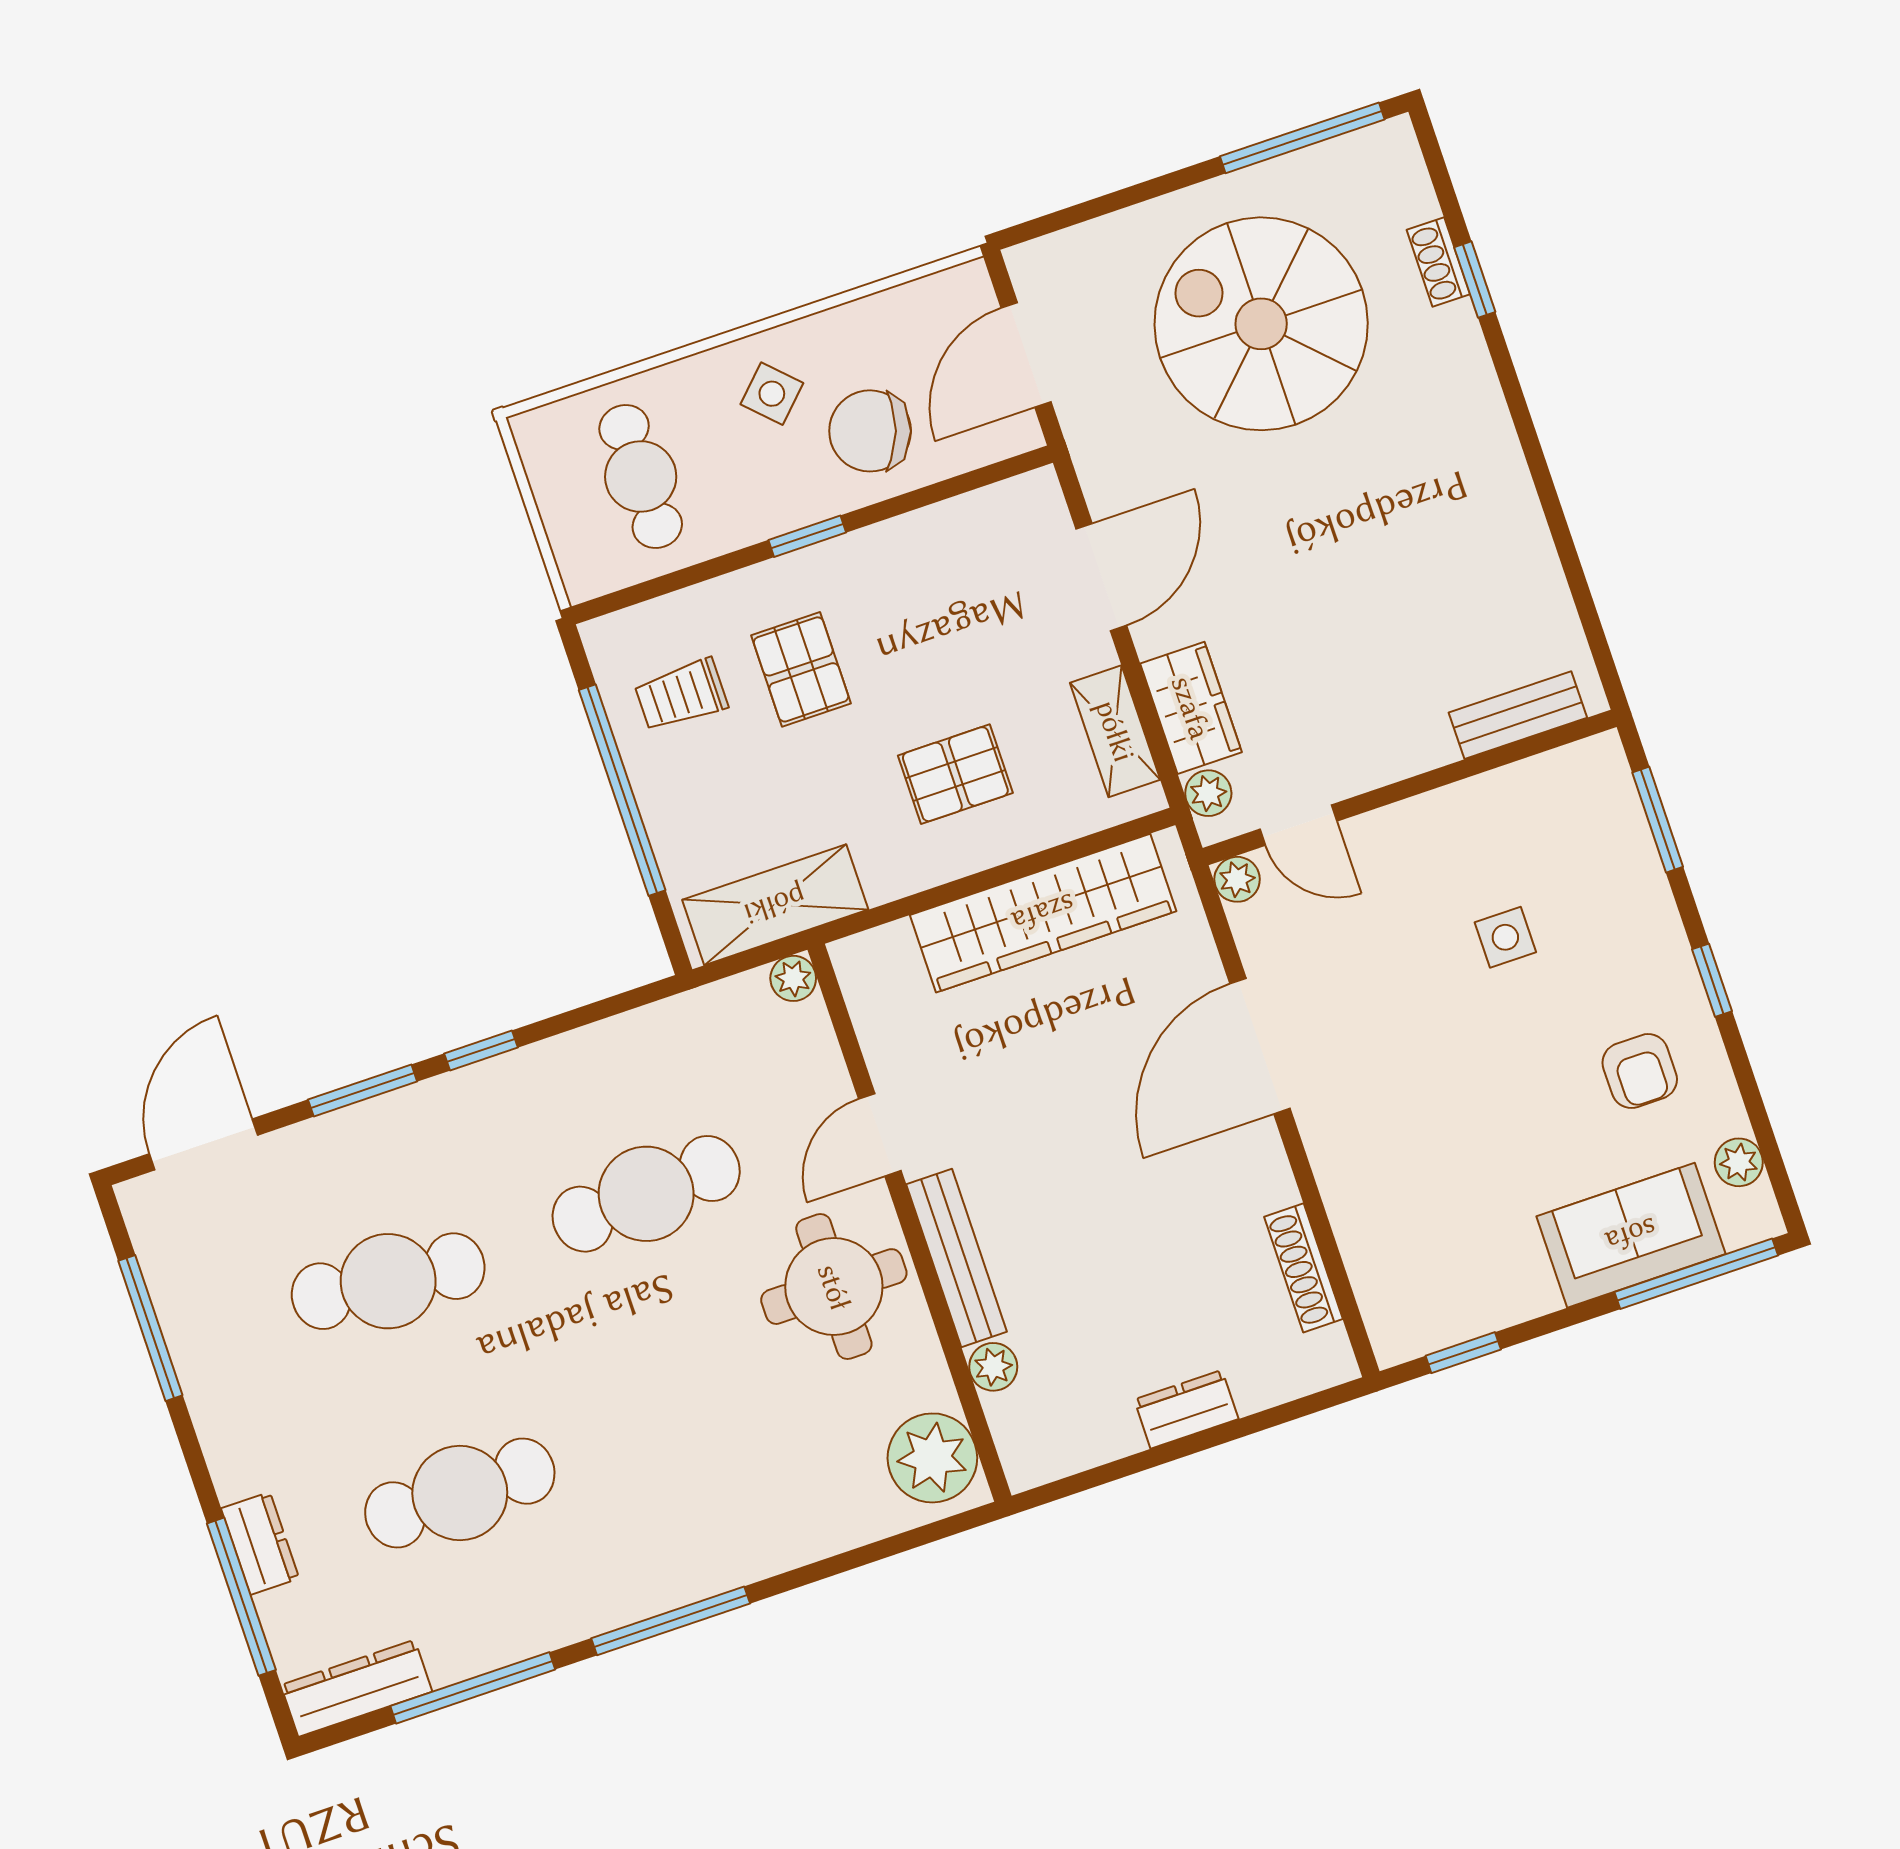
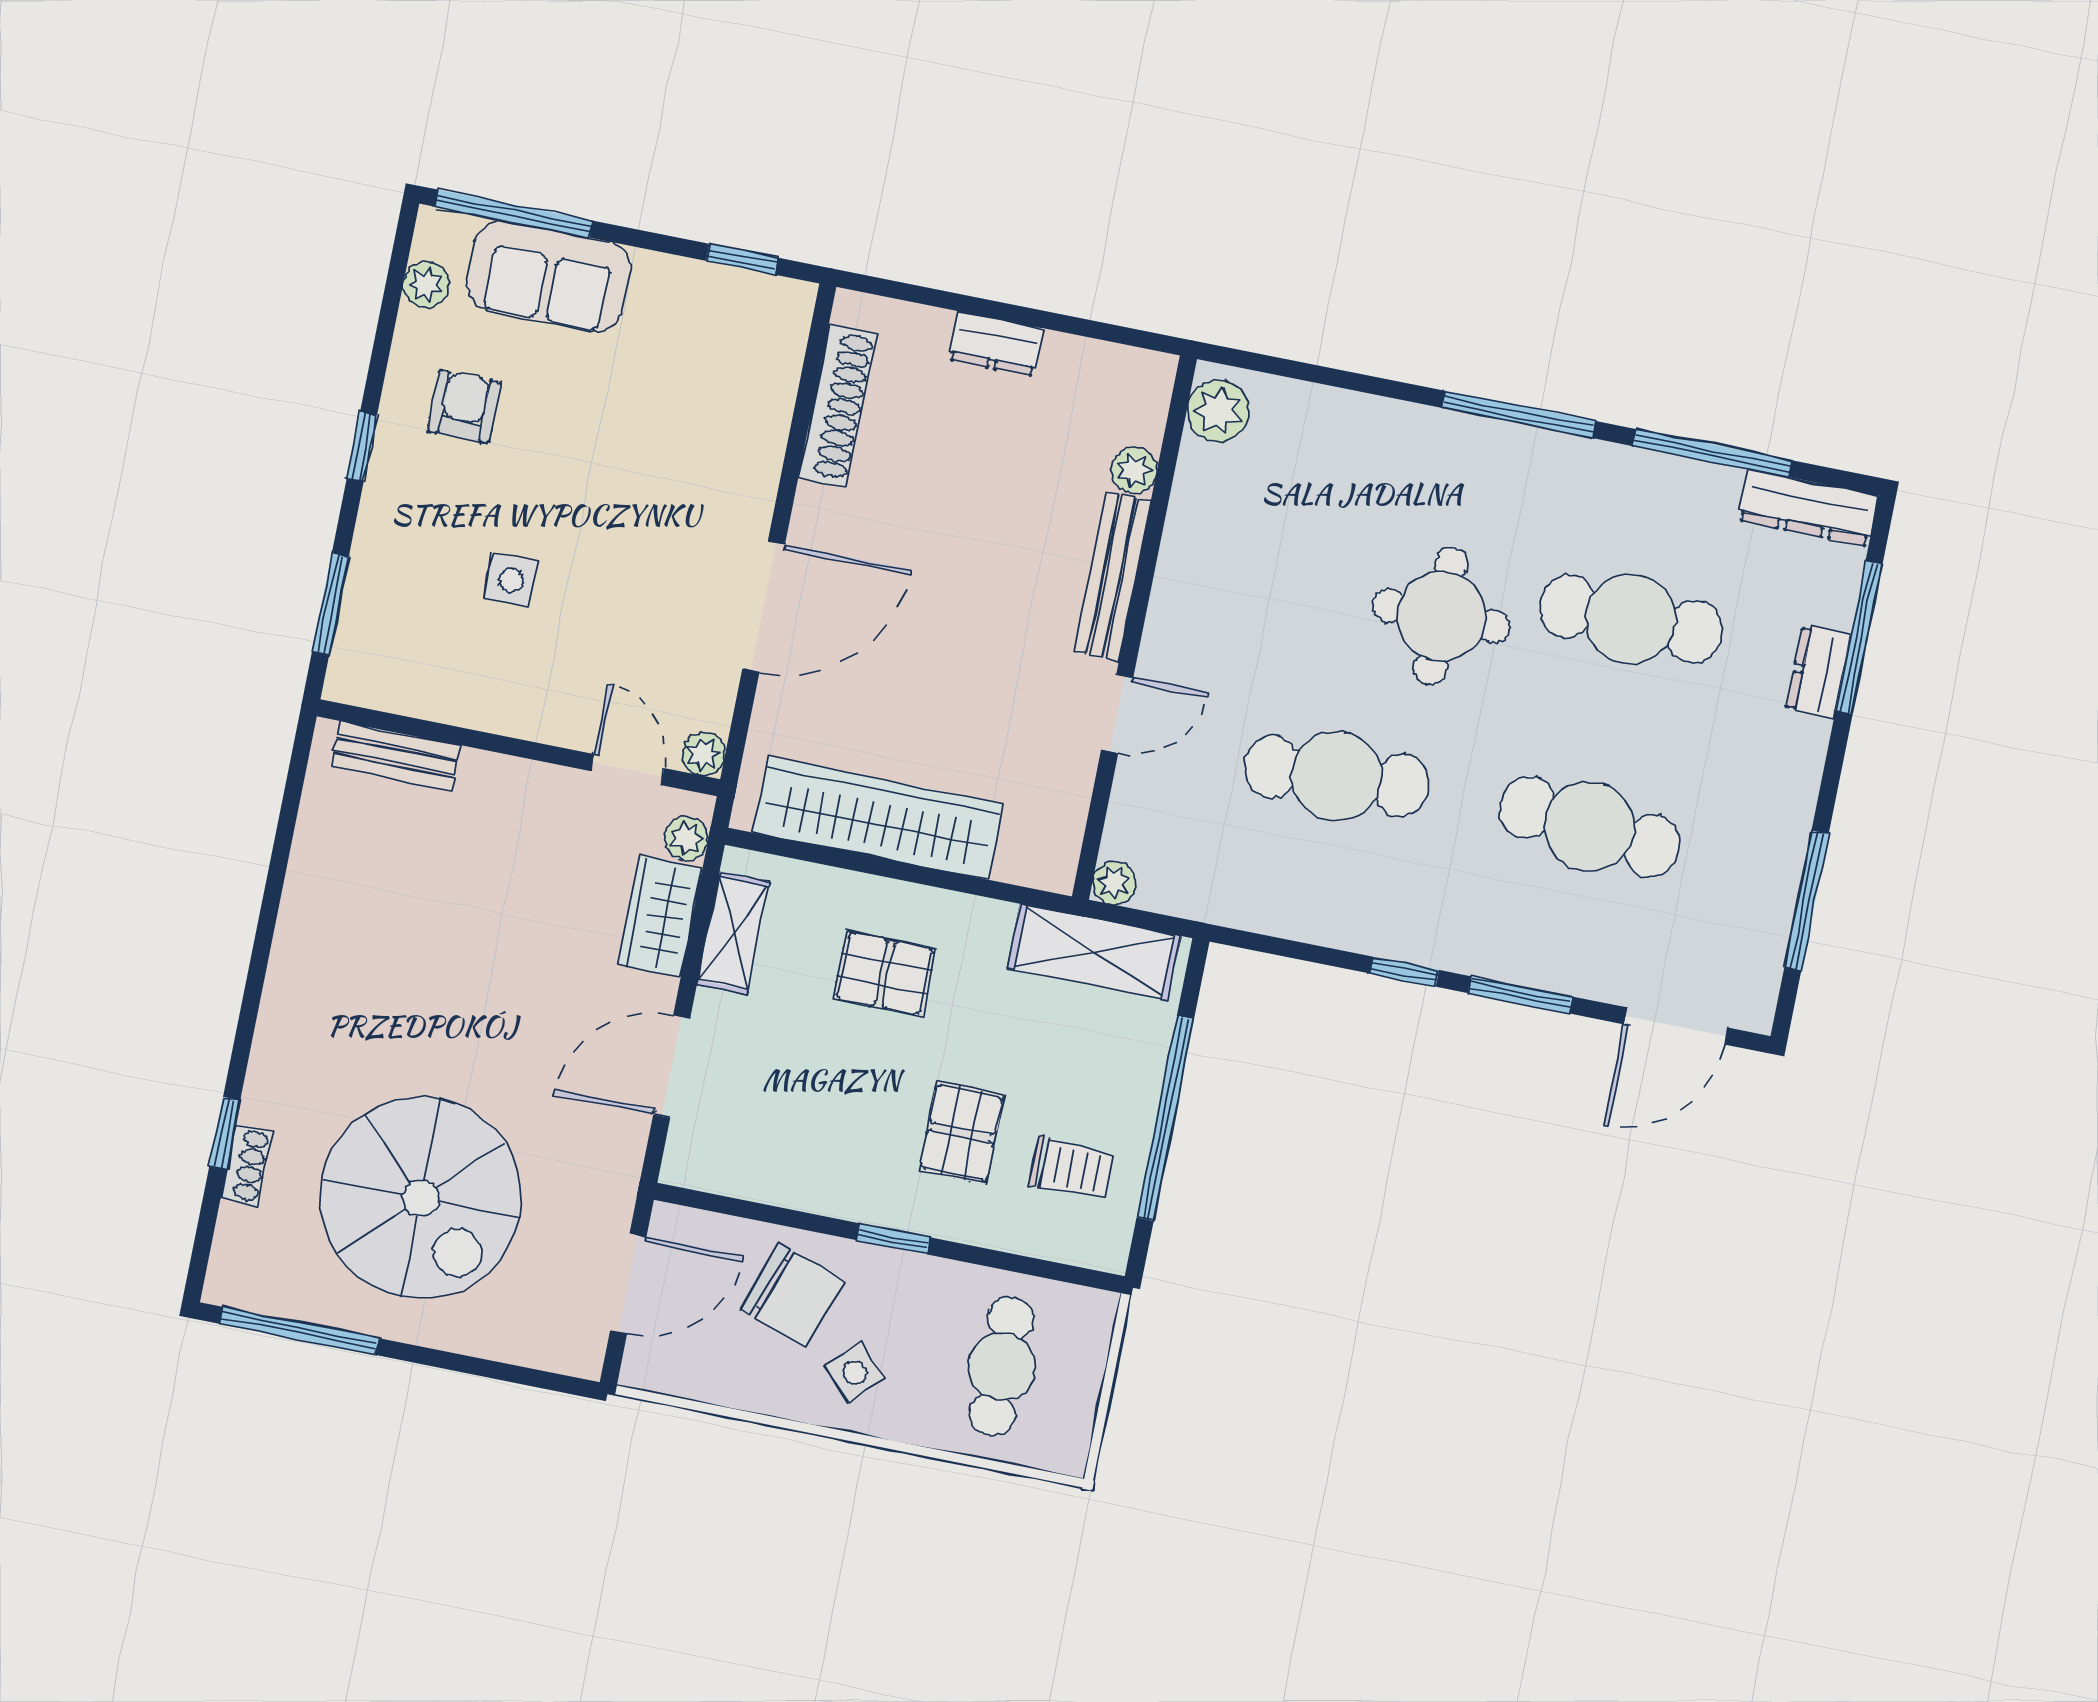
shoe rack: (1303, 1268) -> (837, 405), width x1.36, depth x1.24
round table: (834, 1287) -> (1441, 616), moved
plant: (932, 1458) -> (1218, 411), width x0.73, depth x0.73

